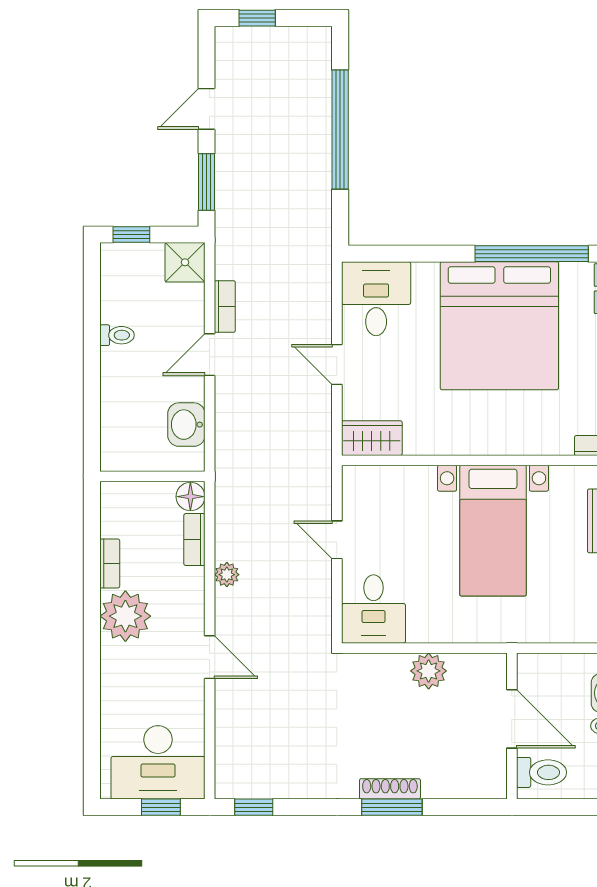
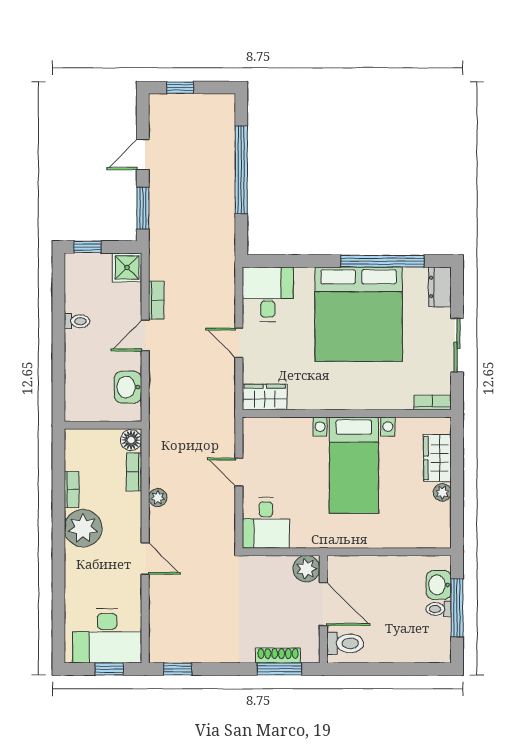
door: (512, 719) -> (323, 604), moved
wall: (512, 726) -> (323, 609), moved
toilet: (542, 772) -> (345, 643), moved

